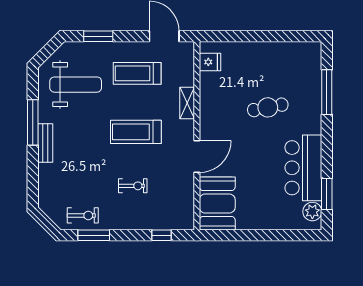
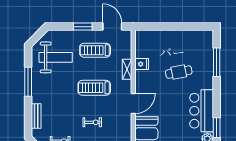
window: (98, 36) -> (83, 27), moved
fridge: (210, 62) -> (142, 64), moved
bench: (45, 143) -> (36, 116), moved

